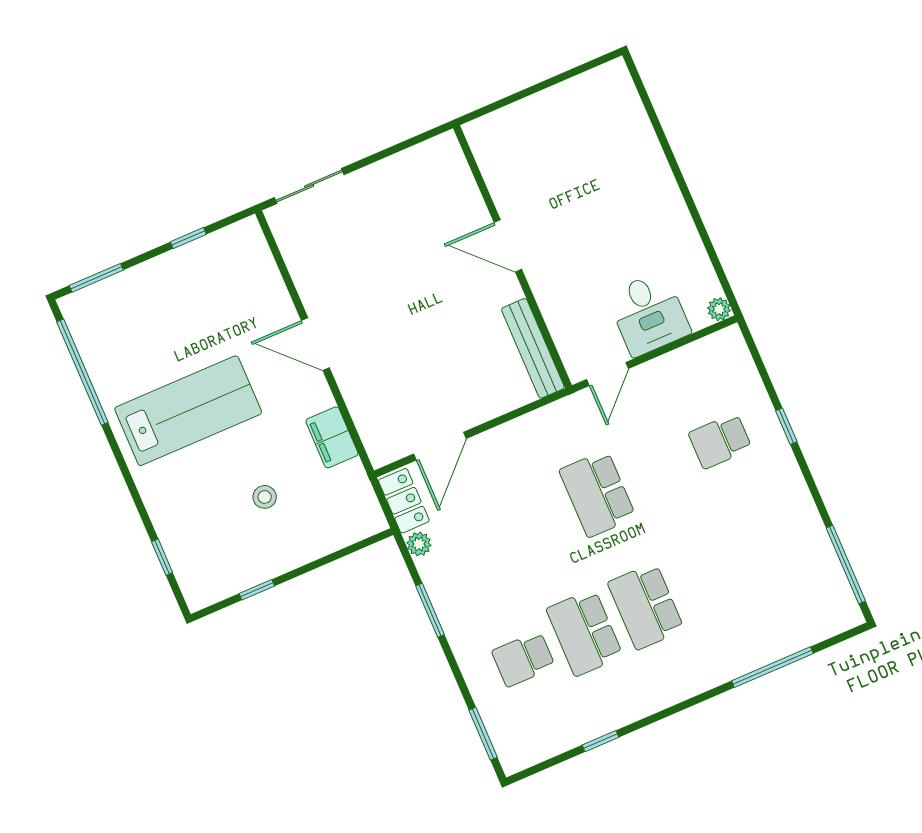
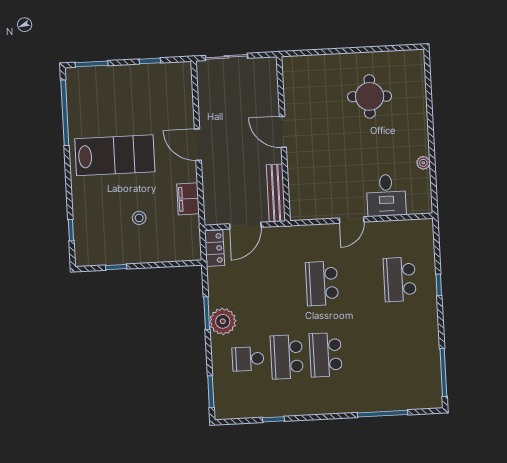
round table: (563, 165) -> (370, 96), added
door: (508, 246) -> (283, 132), moved
wall: (513, 257) -> (283, 139), moved
plant: (719, 309) -> (423, 163), moved
bench: (533, 348) -> (276, 193), moved
school desk: (720, 441) -> (400, 279), width x1.85
plant: (419, 544) -> (223, 321), moved, width x1.88, depth x1.88

